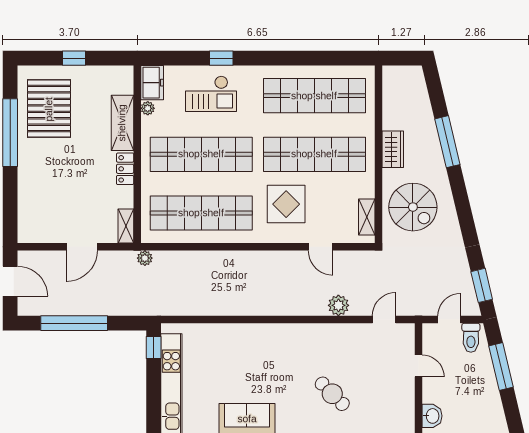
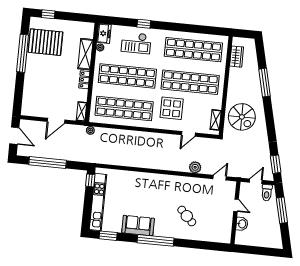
window: (74, 58) -> (48, 14), moved
pallet: (49, 109) -> (45, 42), turned 90
wardrobe: (393, 149) -> (237, 57), moved
door: (321, 247) -> (188, 134), hinge flipped
washbasin: (432, 416) -> (242, 224), moved

